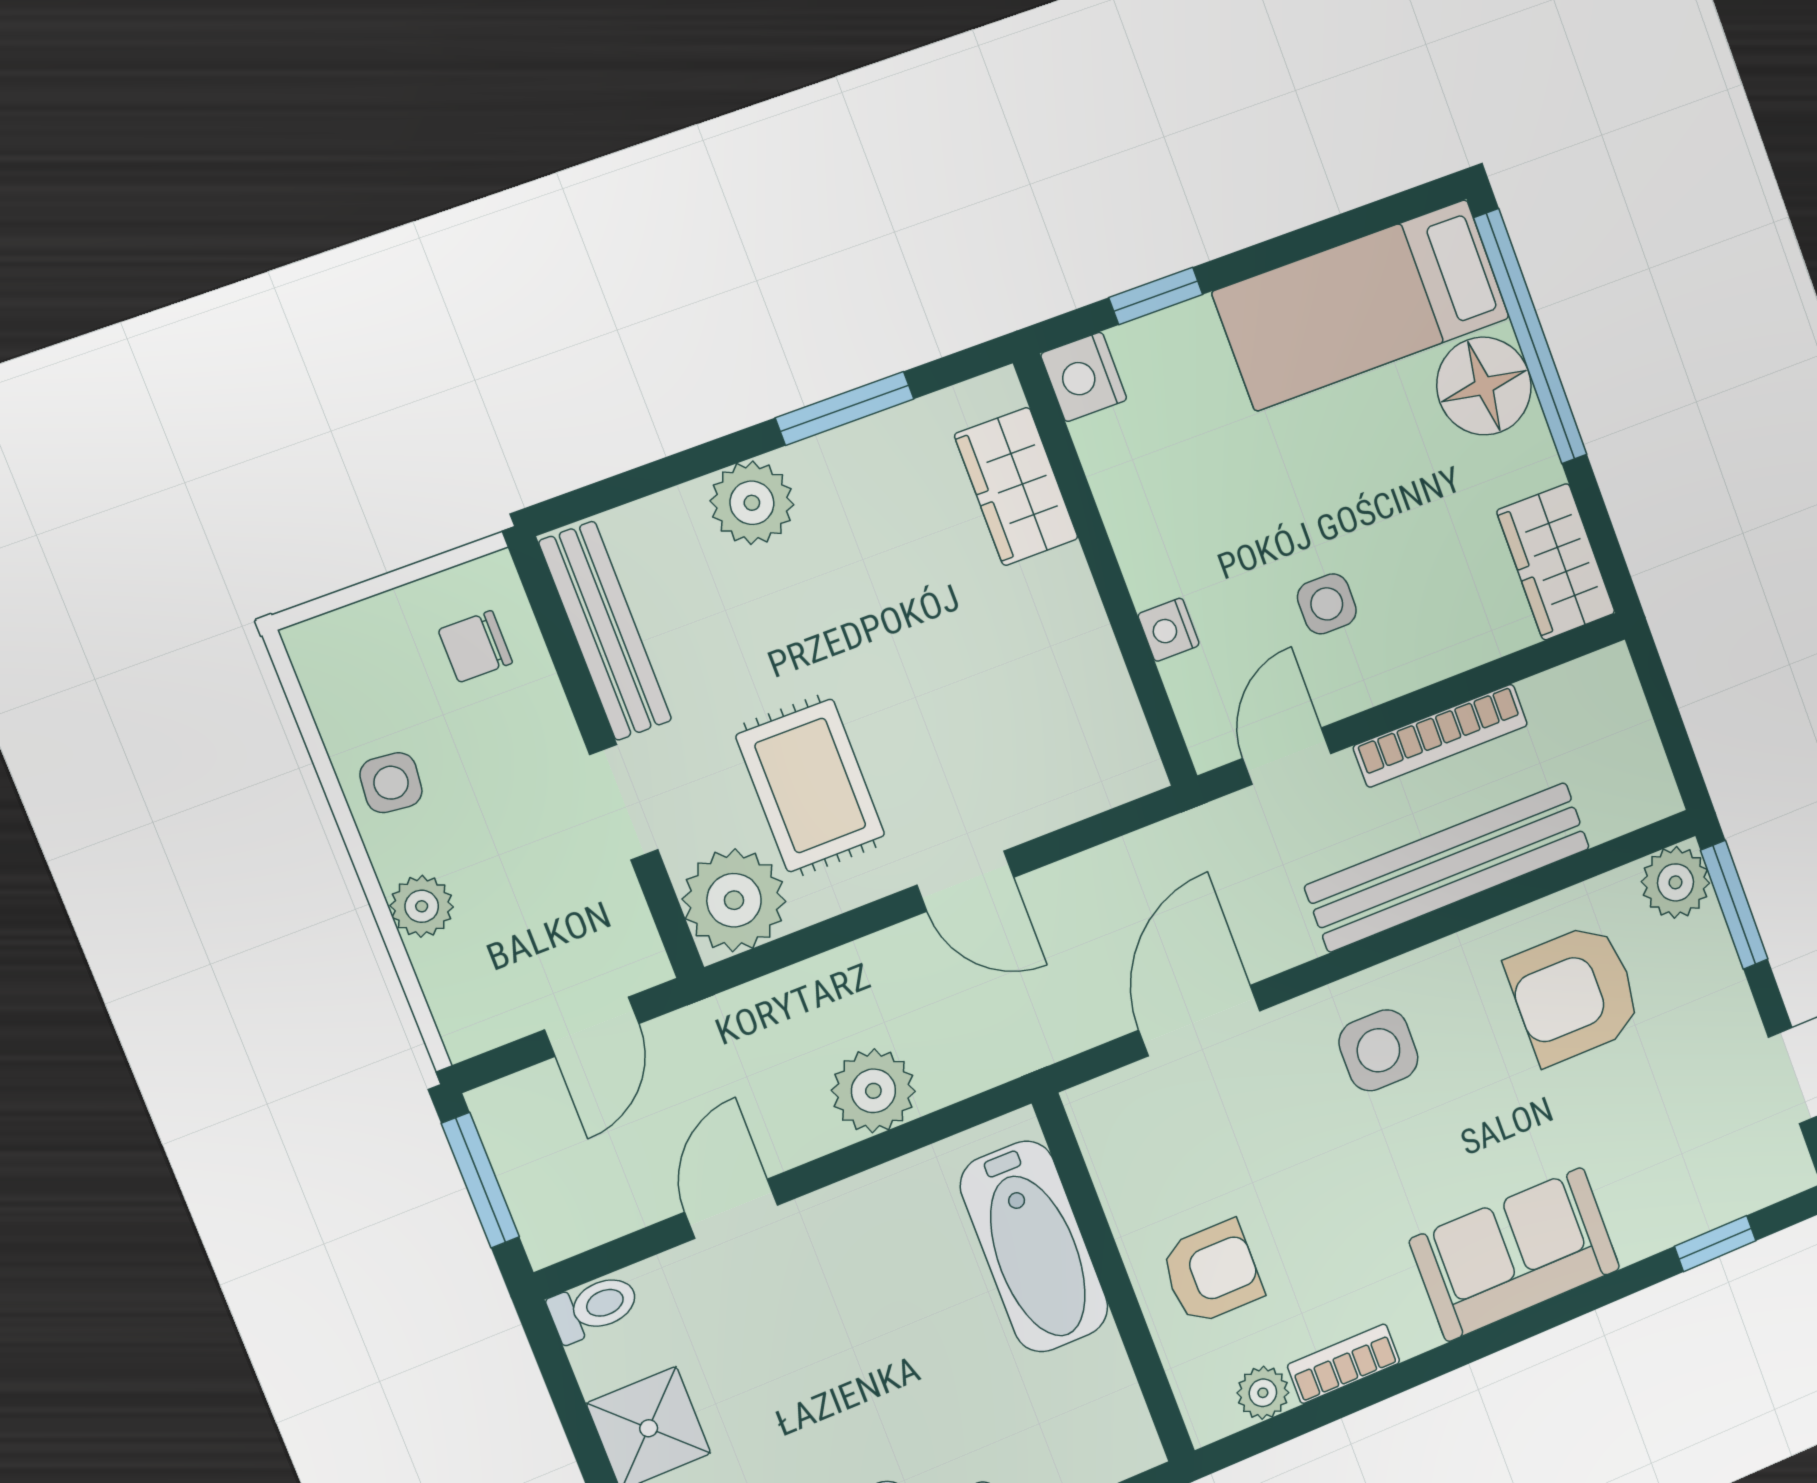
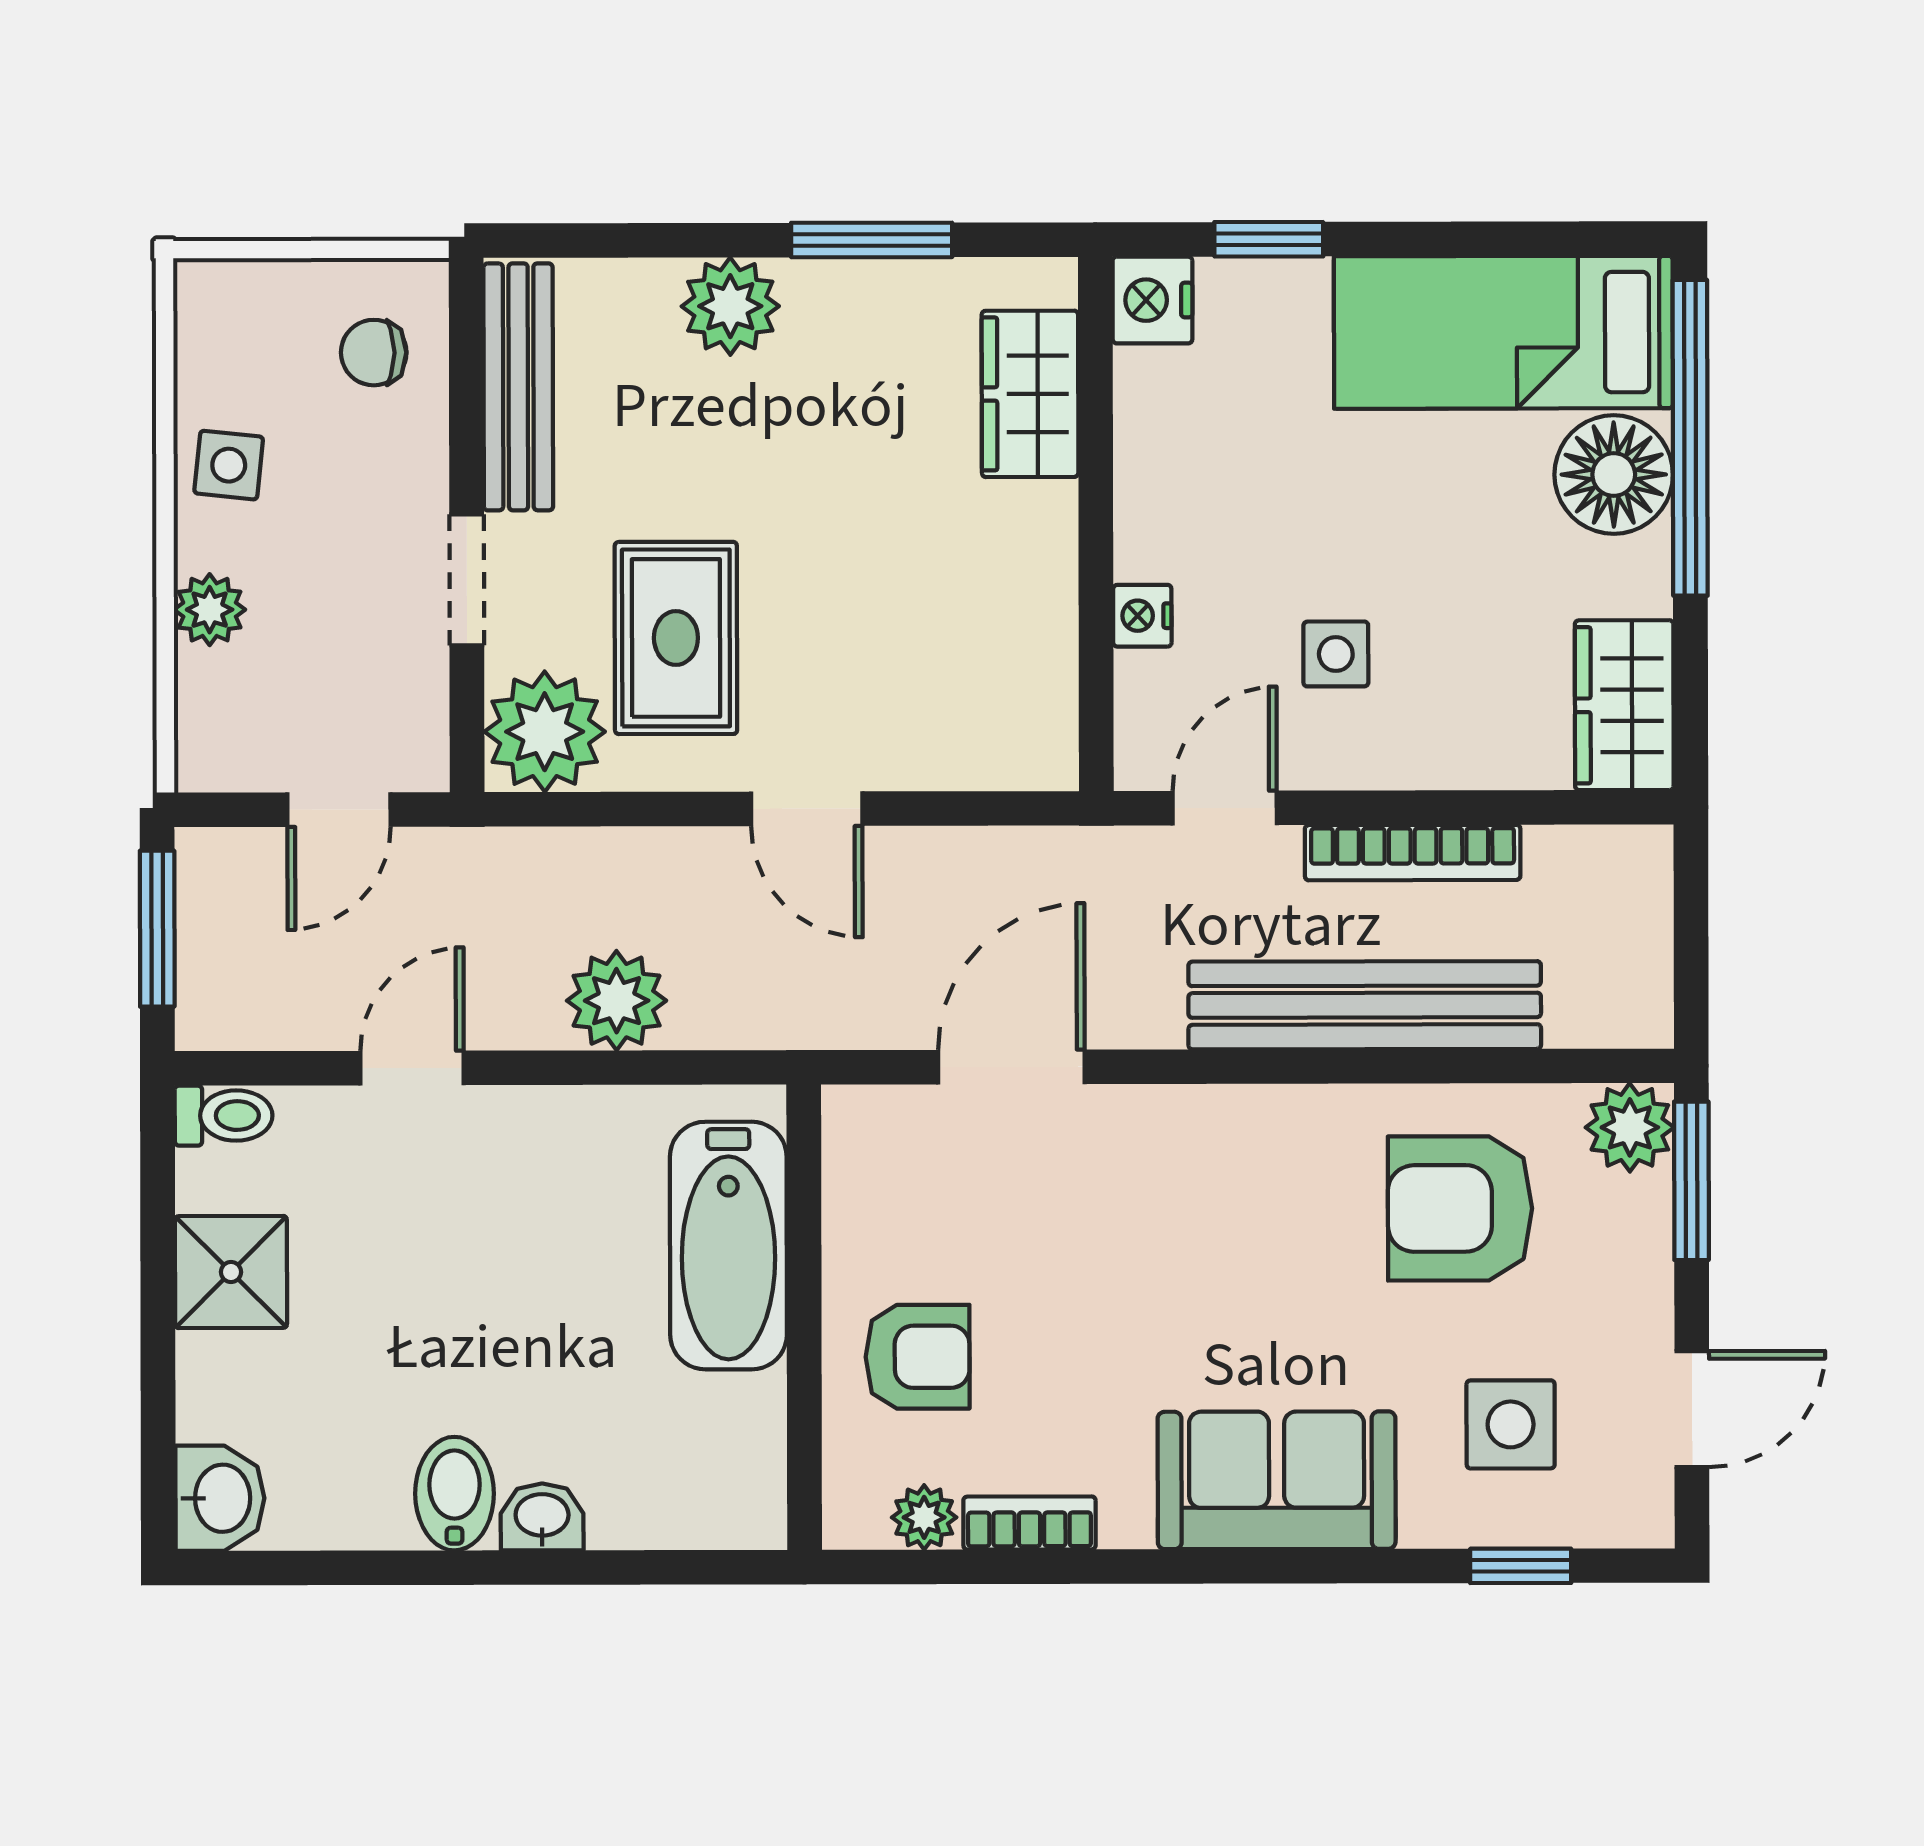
side table: (1378, 1050) -> (1511, 1424), moved

